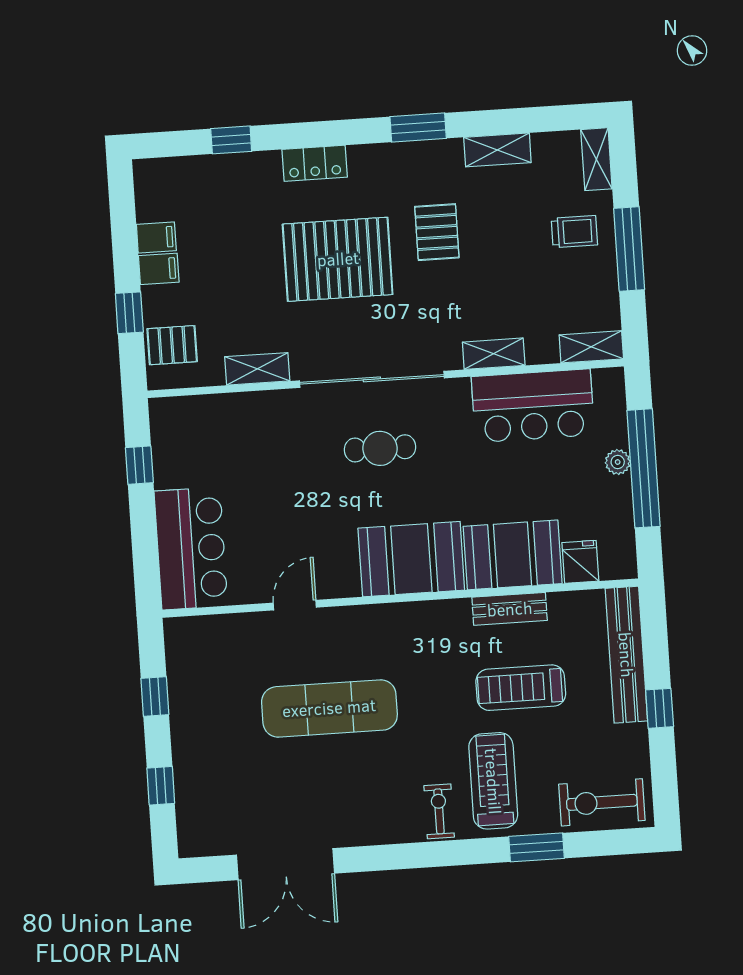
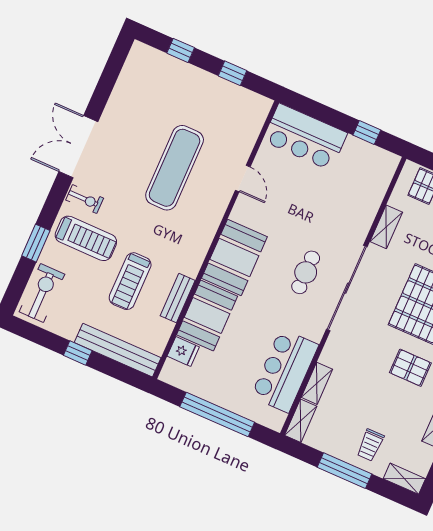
shelving: (494, 354) -> (317, 383), moved
plant: (618, 462) -> (228, 402), removed
treadmill: (521, 688) -> (130, 281), turned 180
double door: (285, 864) -> (78, 147), moved

